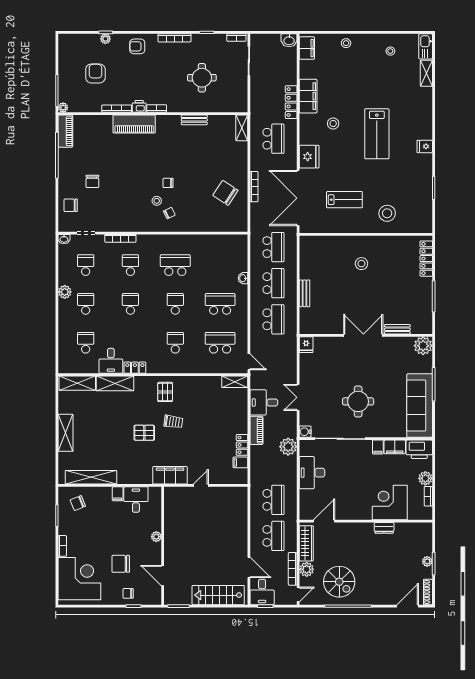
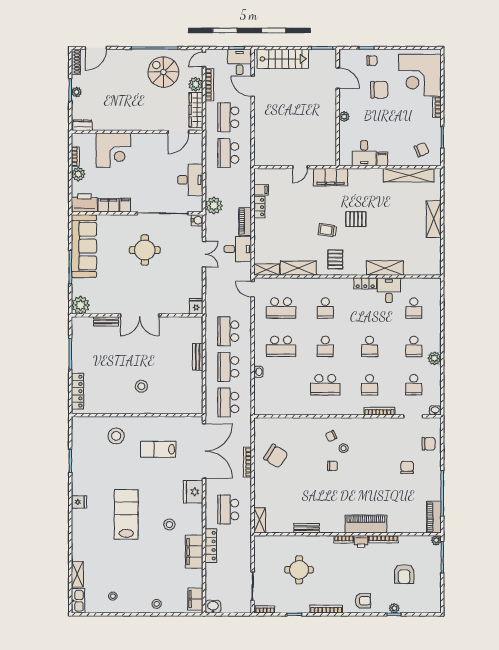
shelving: (77, 383) -> (298, 268), moved
dresser: (384, 528) -> (83, 125), moved

